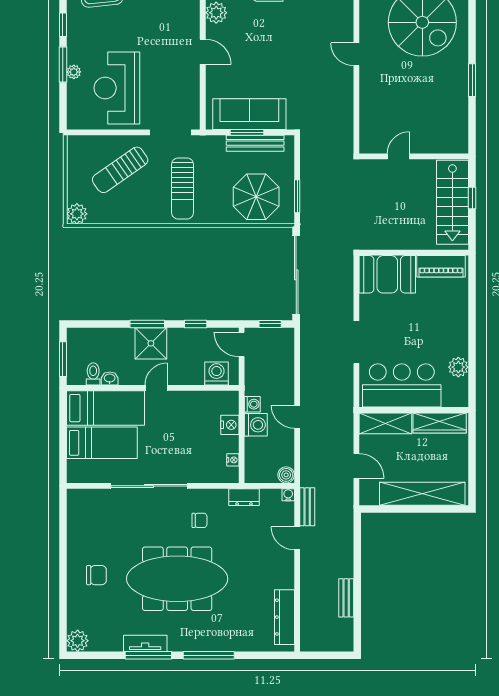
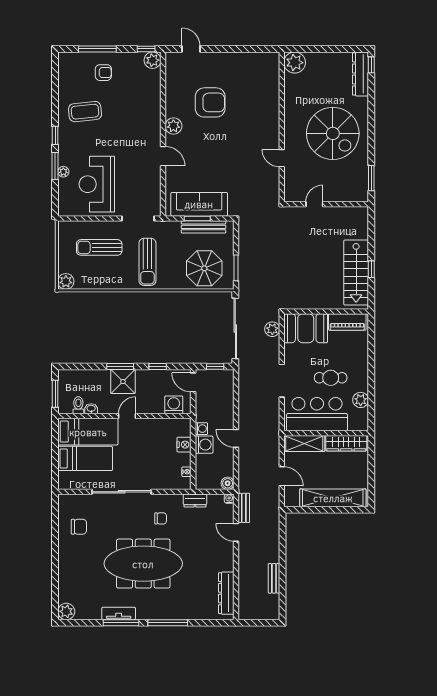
door: (398, 156) -> (314, 204), moved
wall: (414, 156) -> (326, 204), moved
sun lounger: (120, 170) -> (99, 247), turned 35
plant: (344, 276) -> (272, 329), added
cafe table: (420, 338) -> (331, 378), added
chair: (96, 575) -> (79, 527), moved

